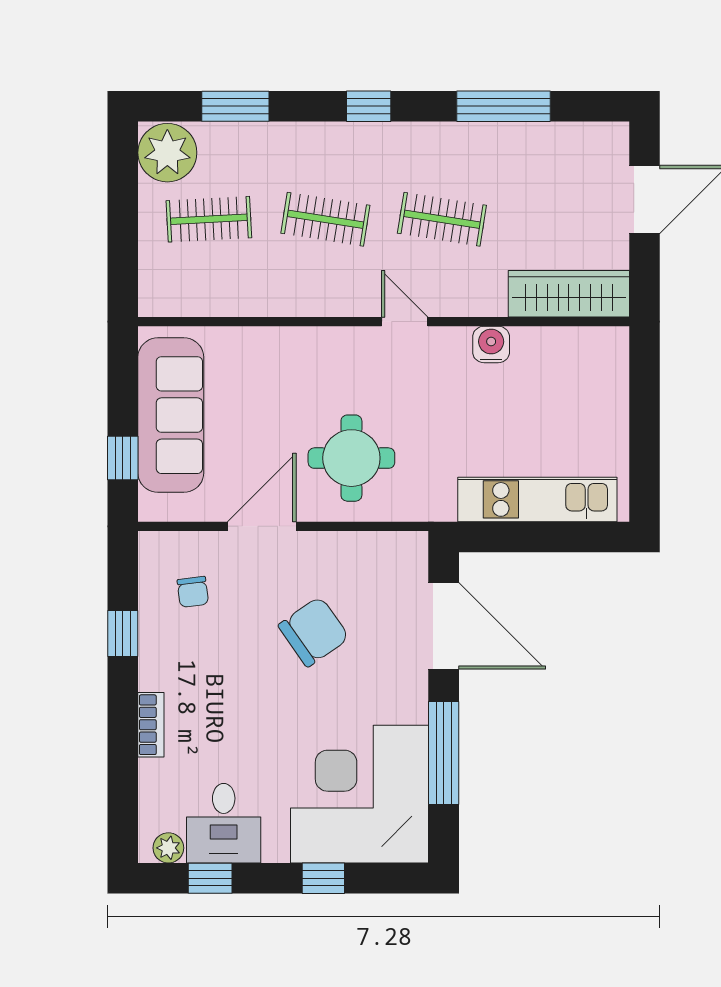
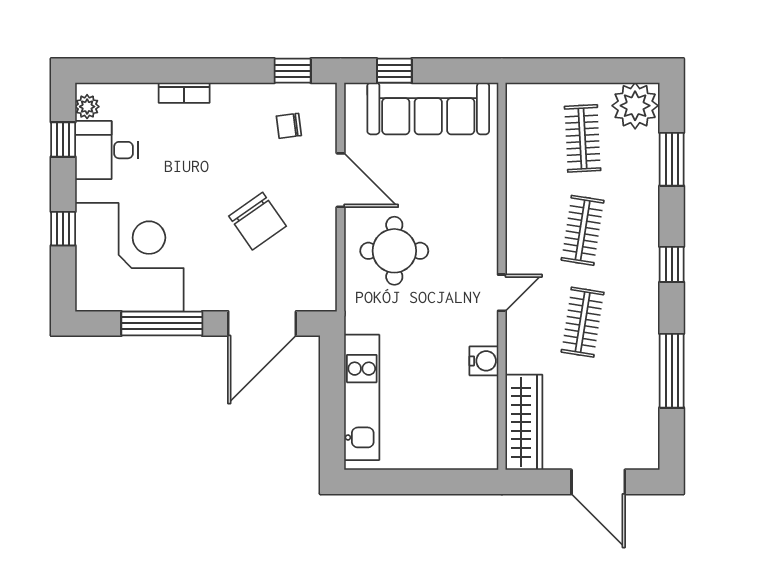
window: (123, 634) -> (293, 71), moved

